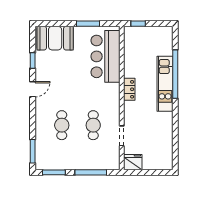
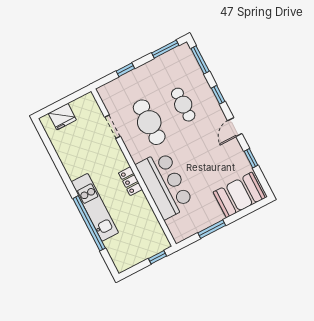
bar counter: (105, 56) -> (165, 185), moved
window: (33, 119) -> (218, 95), added
cafe table: (93, 125) -> (149, 122), width x1.37, depth x1.35
fridge: (133, 162) -> (62, 117), moved
window: (91, 172) -> (125, 70), width x0.46

